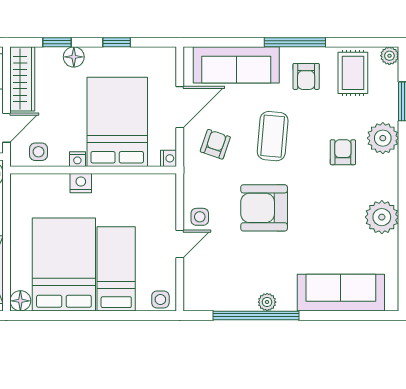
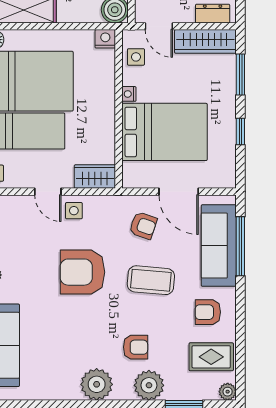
window: (57, 42) -> (240, 75), width x1.50
window: (295, 42) -> (240, 246), moved
floor lamp: (74, 57) -> (226, 91), removed
nightstand: (169, 158) -> (130, 181), removed
nightstand: (81, 183) -> (105, 39), moved, turned -90
wardrobe: (164, 195) -> (95, 177), added
armchair: (264, 208) -> (82, 272), turned -90
plant: (382, 217) -> (97, 384), moved

